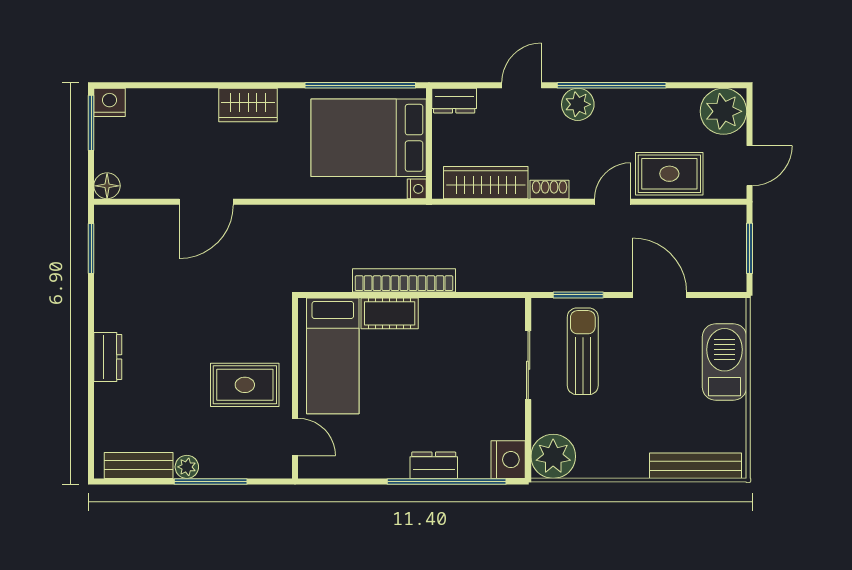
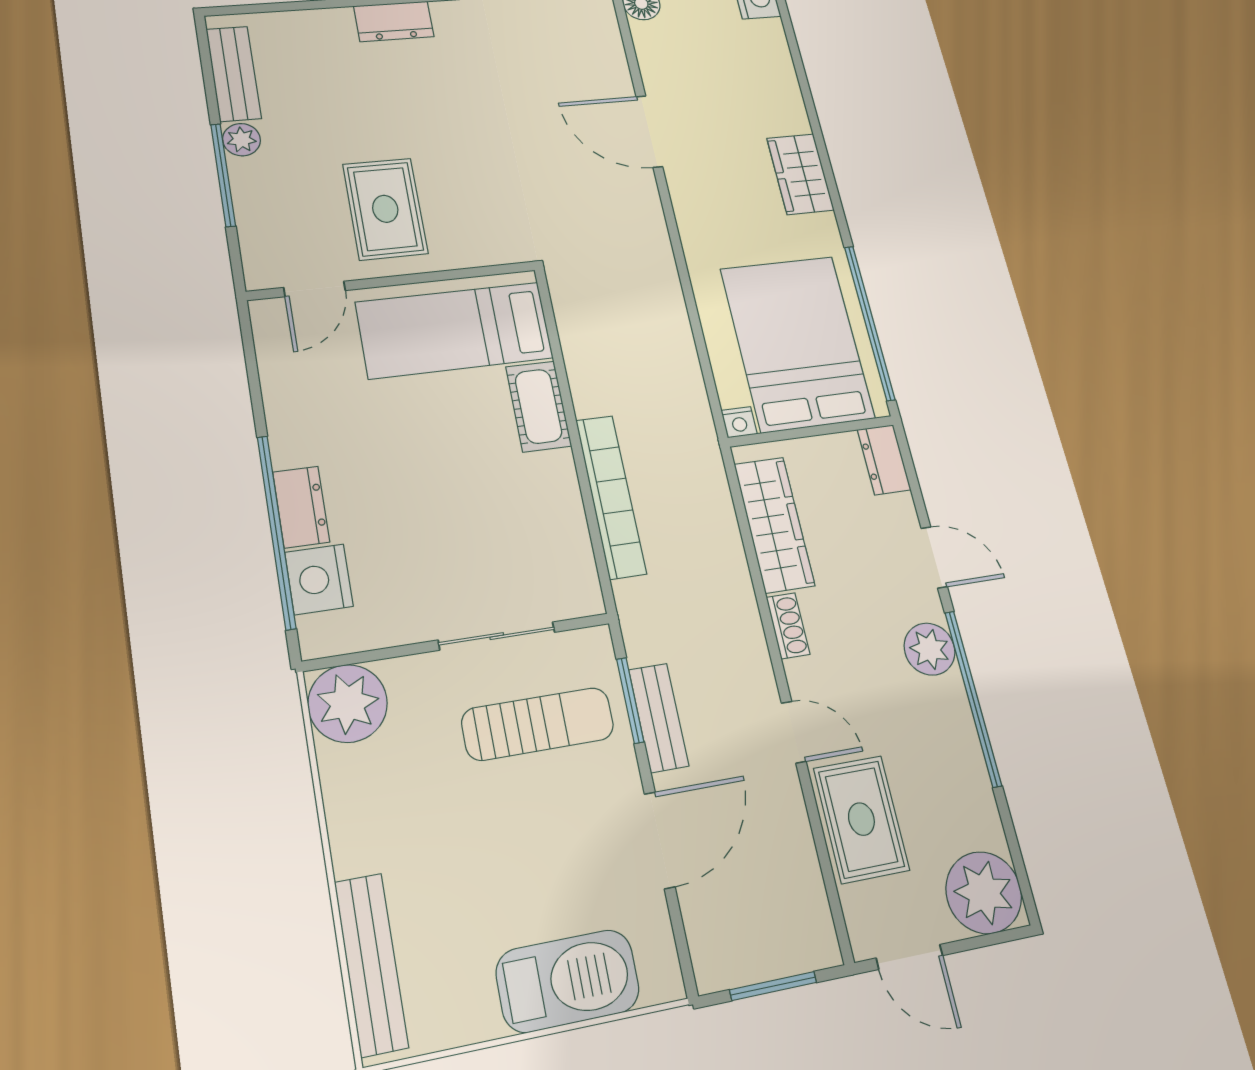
bookcase: (404, 280) -> (611, 497), moved
bench: (591, 280) -> (659, 718), added
nightstand: (508, 460) -> (319, 579), moved, turned 90

